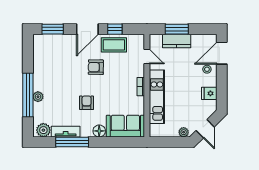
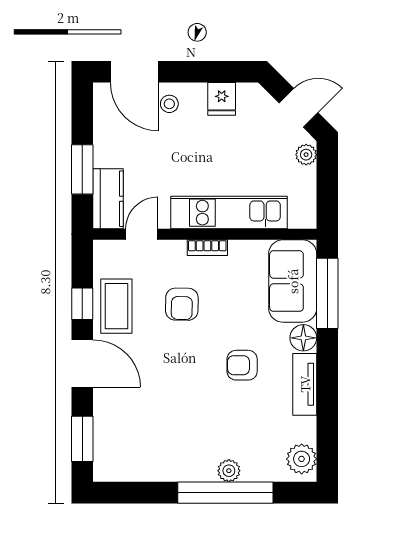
kitchen counter: (177, 41) -> (108, 199), moved
armchair: (96, 67) -> (182, 304), moved
tv unit: (66, 132) -> (305, 384), moved
window: (72, 142) -> (327, 293), moved

